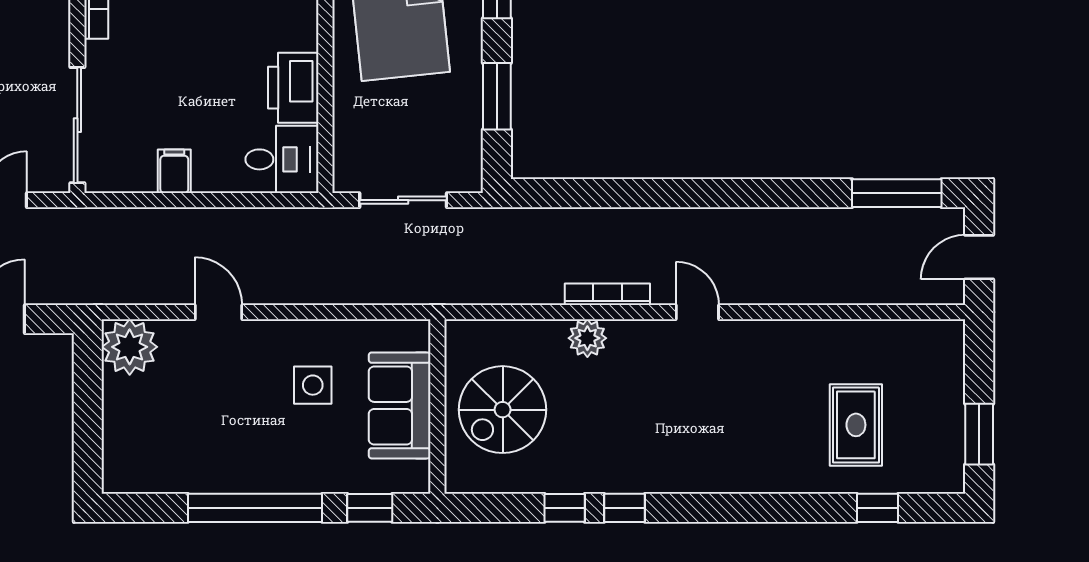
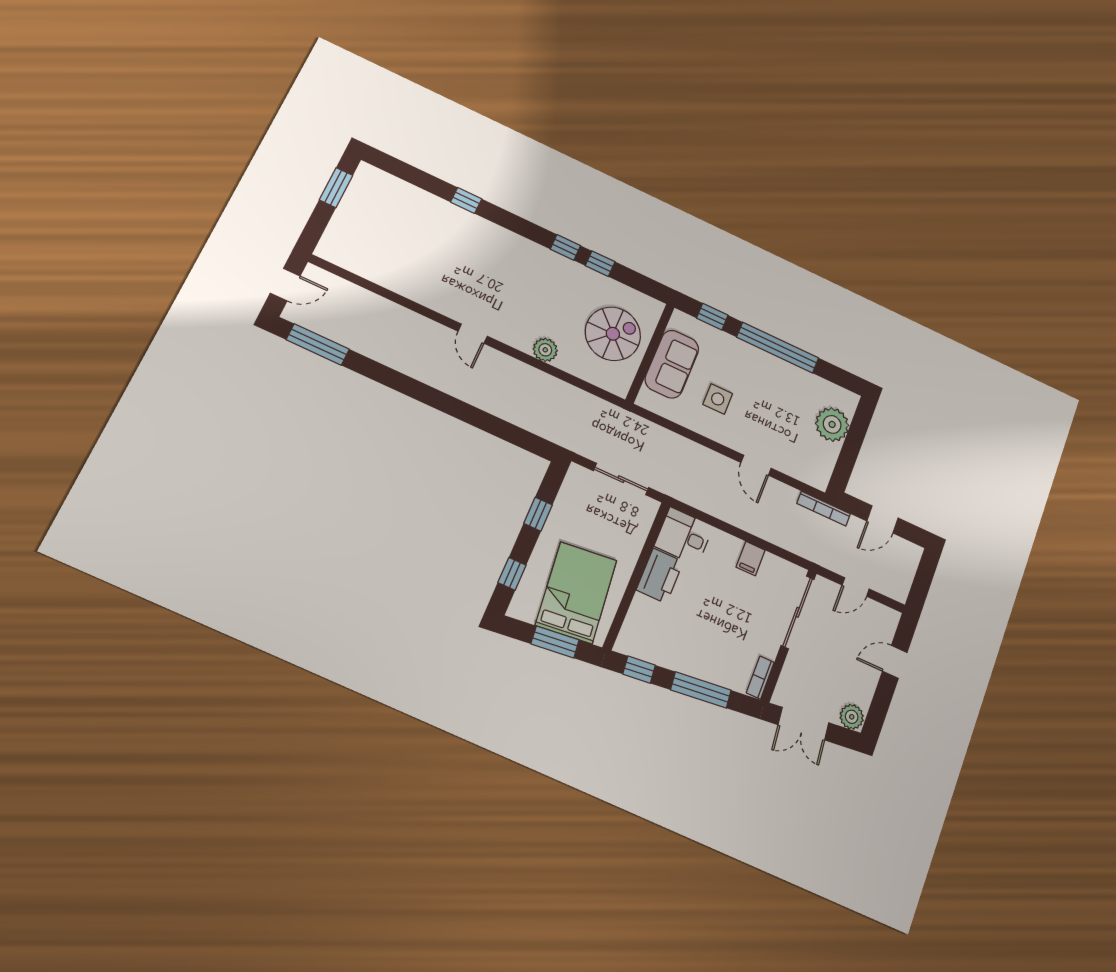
window: (497, 96) -> (538, 514), width x0.67
bookcase: (607, 294) -> (824, 509), moved
plant: (130, 347) -> (832, 424), moved
rug: (856, 425) -> (408, 227), removed
window: (878, 508) -> (466, 200), moved

